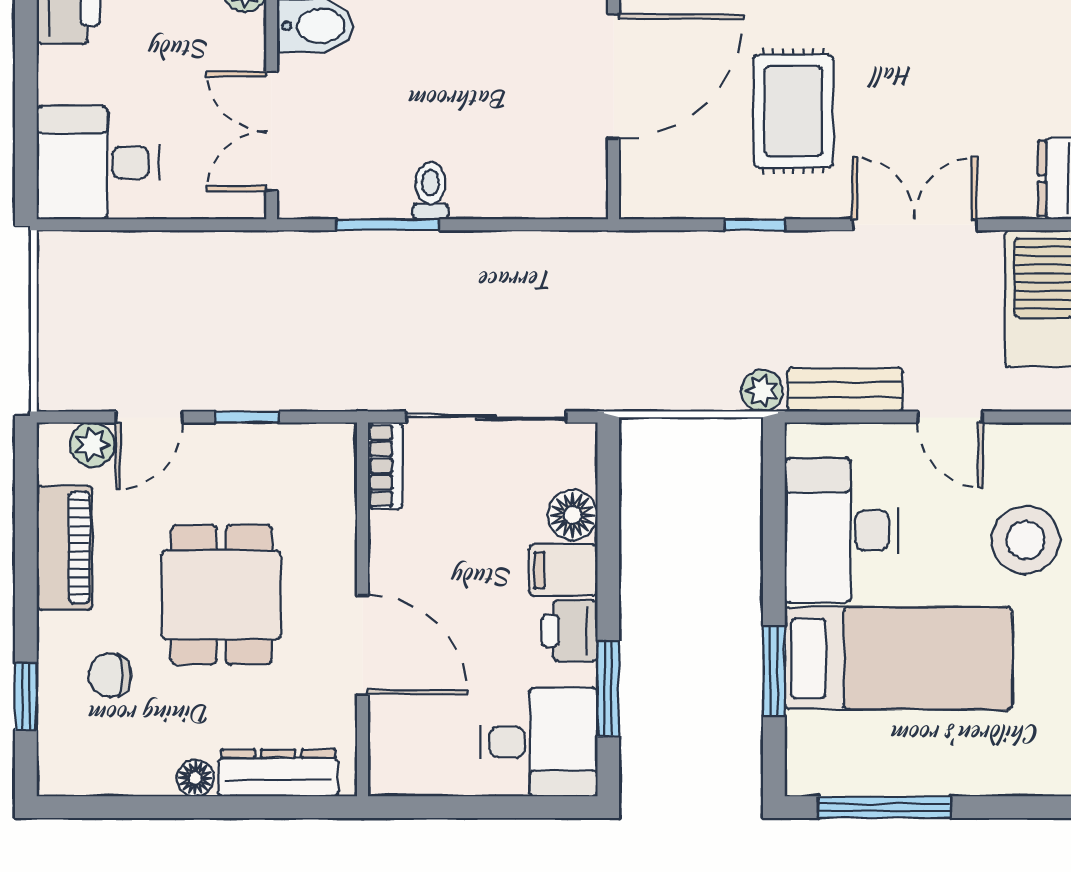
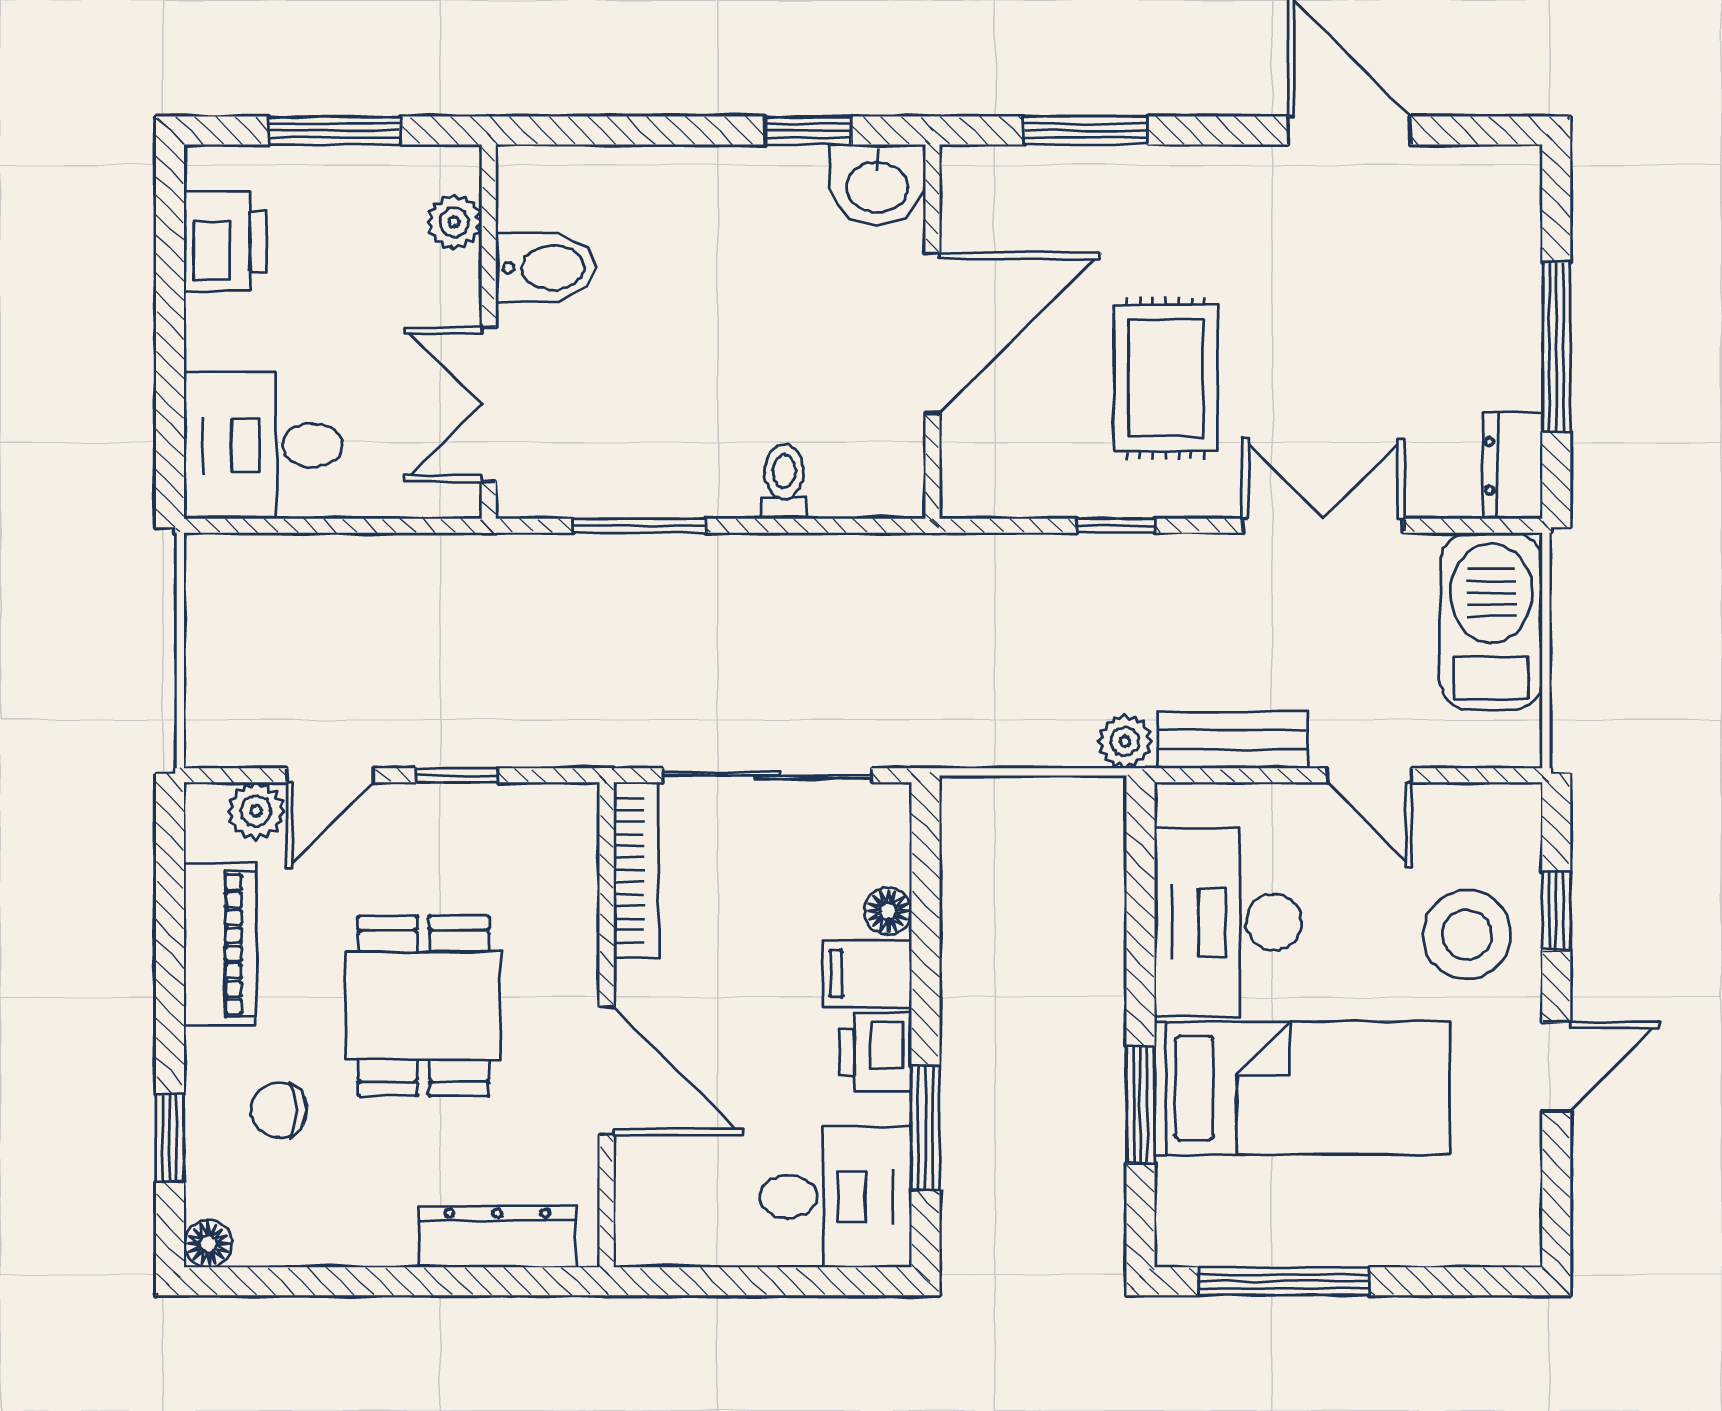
toilet: (430, 191) -> (784, 481), moved
bookcase: (385, 466) -> (636, 870), width x1.56
floor lamp: (573, 515) -> (888, 911), width x0.73, depth x0.73
floor lamp: (195, 778) -> (208, 1244), moved

